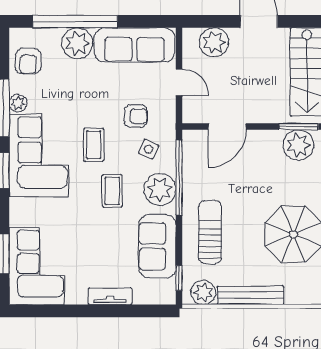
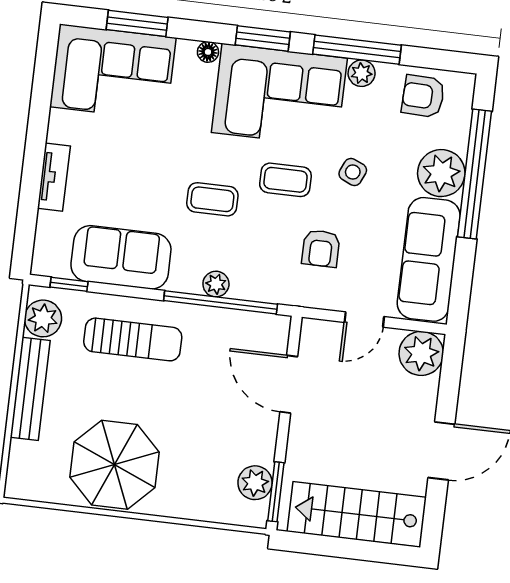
plant: (214, 42) -> (421, 353), moved
plant: (298, 145) -> (255, 483), width x0.73, depth x0.73
side table: (149, 149) -> (353, 172), moved
plant: (160, 189) -> (216, 284), width x0.53, depth x0.53
floor lamp: (16, 205) -> (208, 52), added

